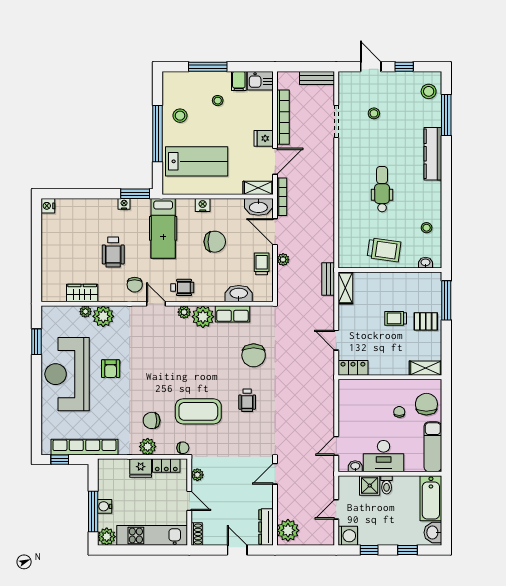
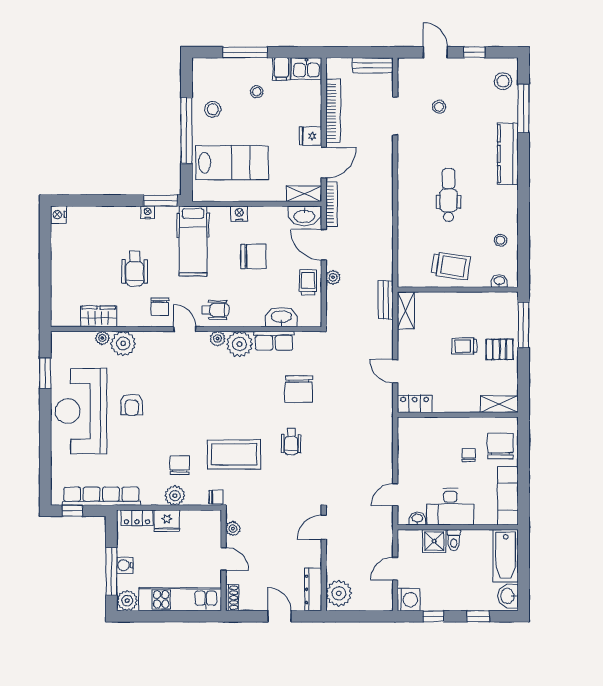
chair: (152, 420) -> (180, 465), turned 90
locker: (166, 466) -> (137, 518), moved

